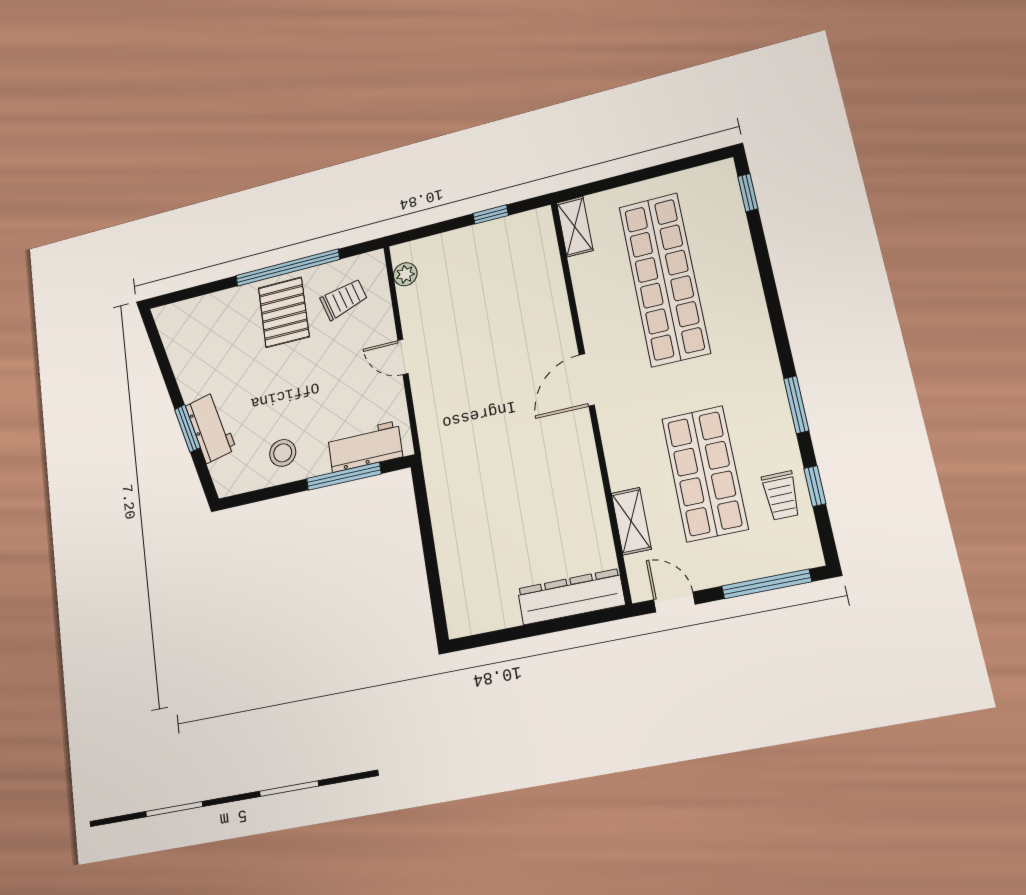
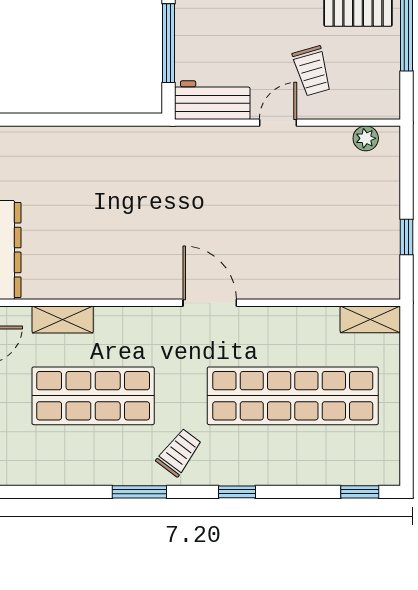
trolley: (344, 299) -> (312, 71), moved
workbench: (365, 447) -> (212, 100), moved, turned -90
window: (815, 486) -> (237, 492), moved
trolley: (781, 495) -> (179, 452), moved, turned 127

